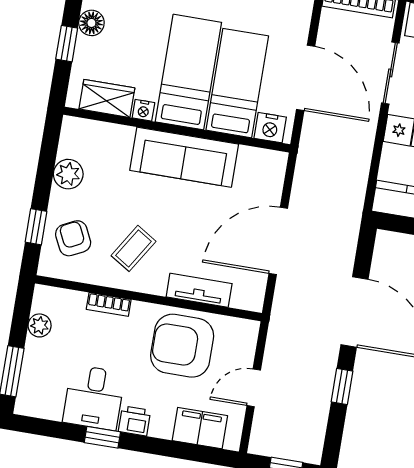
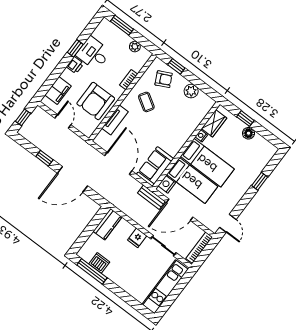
bench: (310, 144) -> (151, 197), added
sofa: (184, 157) -> (155, 167), moved, width x0.73
armchair: (182, 346) -> (96, 101), turned 180

